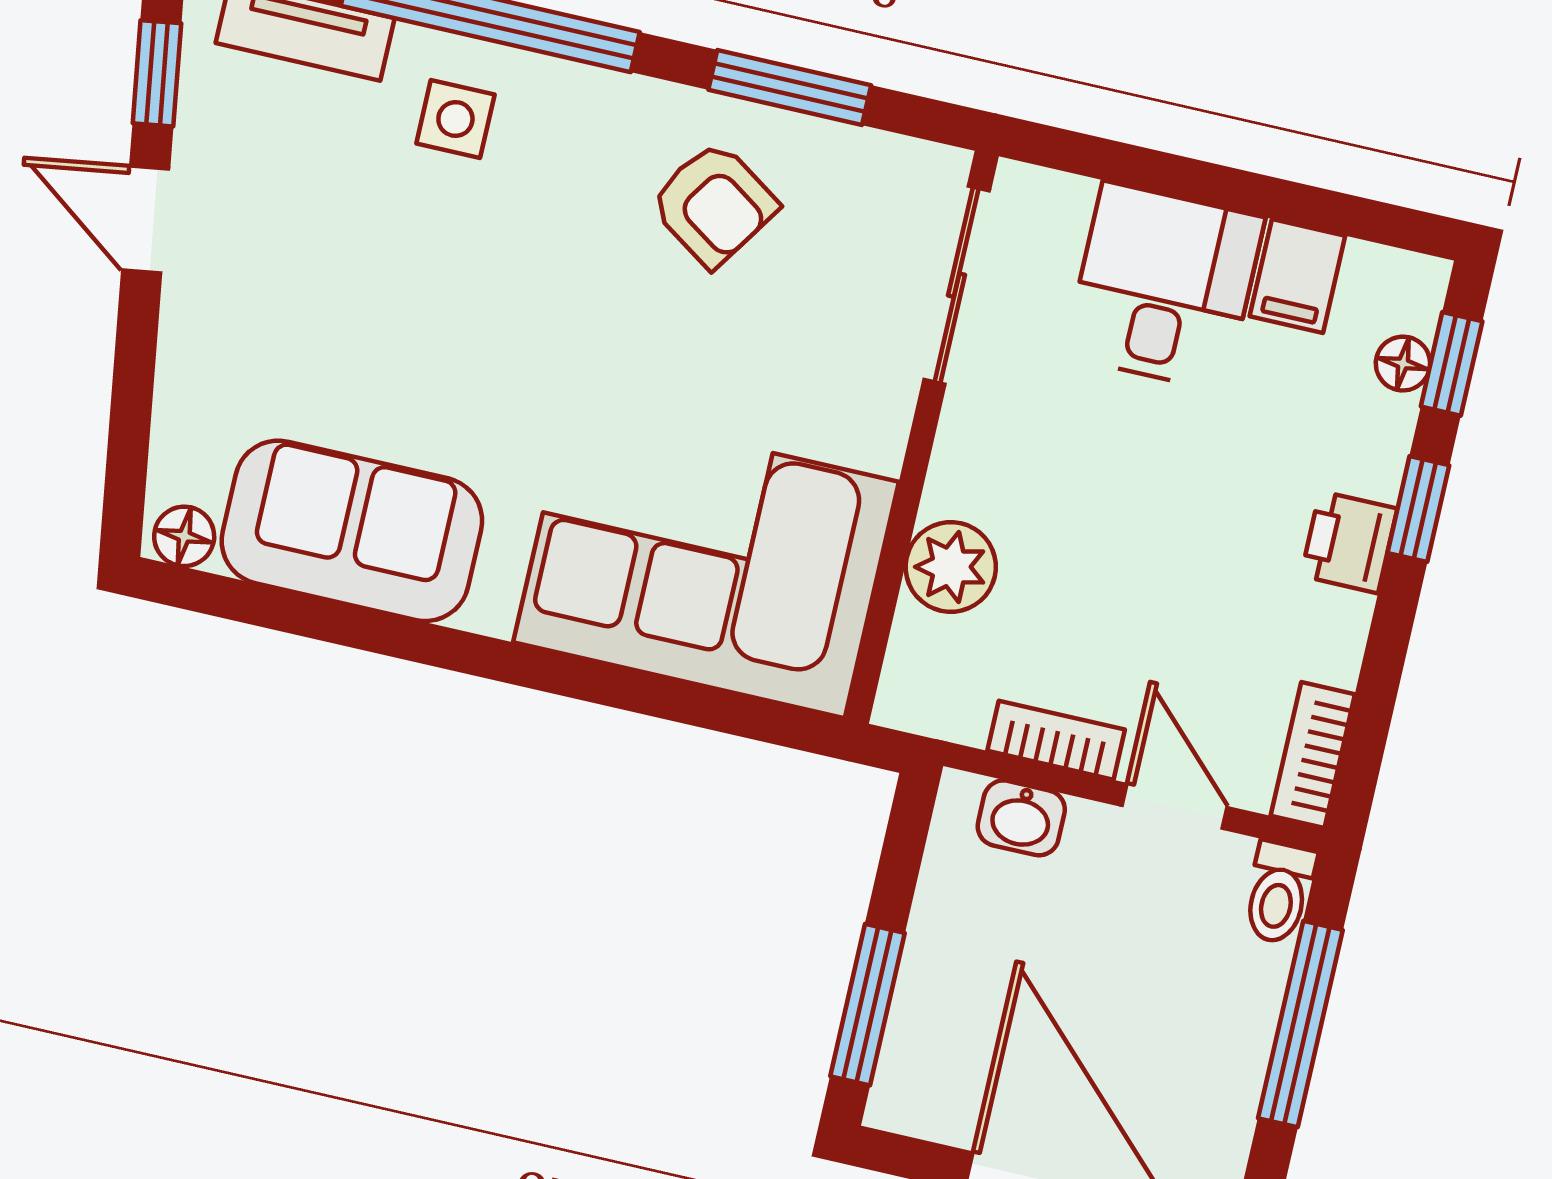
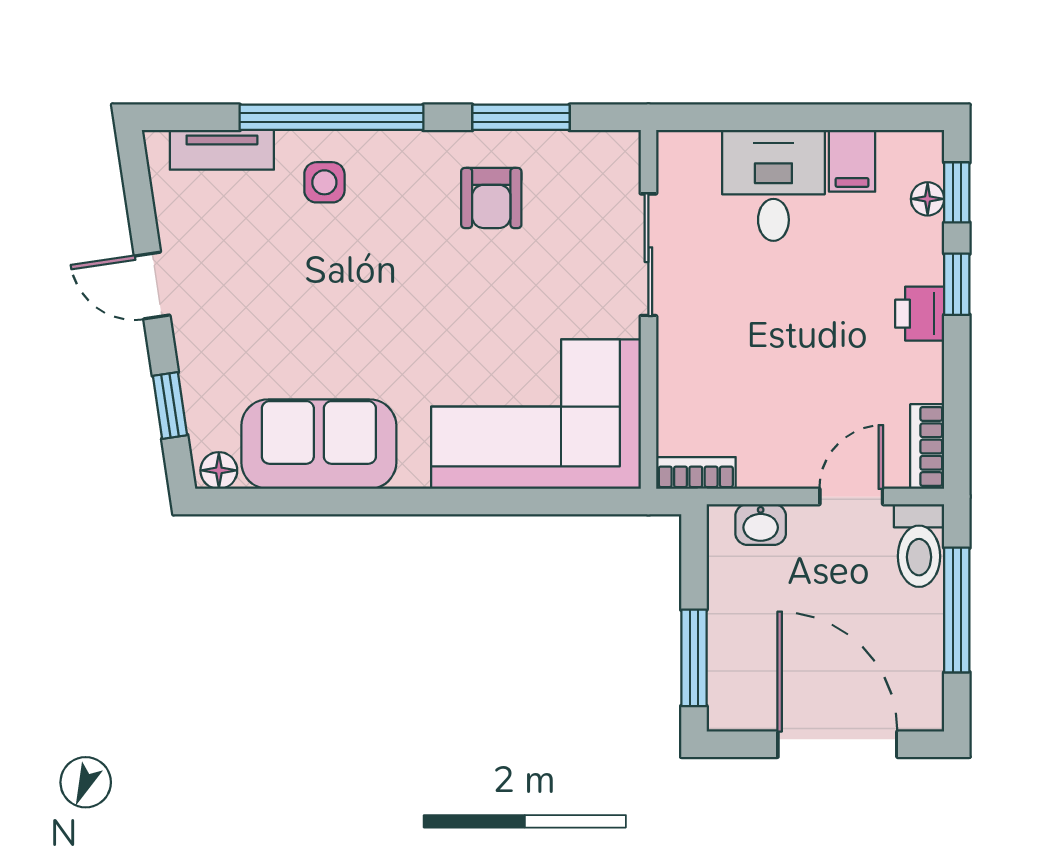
window: (157, 73) -> (170, 405), moved
armchair: (714, 204) -> (491, 198), turned 56
sliding door: (957, 285) -> (648, 255), moved
plant: (951, 567) -> (684, 383), removed
bookcase: (1056, 740) -> (696, 473), moved
door: (1175, 806) -> (851, 497), hinge flipped
toilet: (1279, 893) -> (919, 545), width x1.37, depth x1.39

